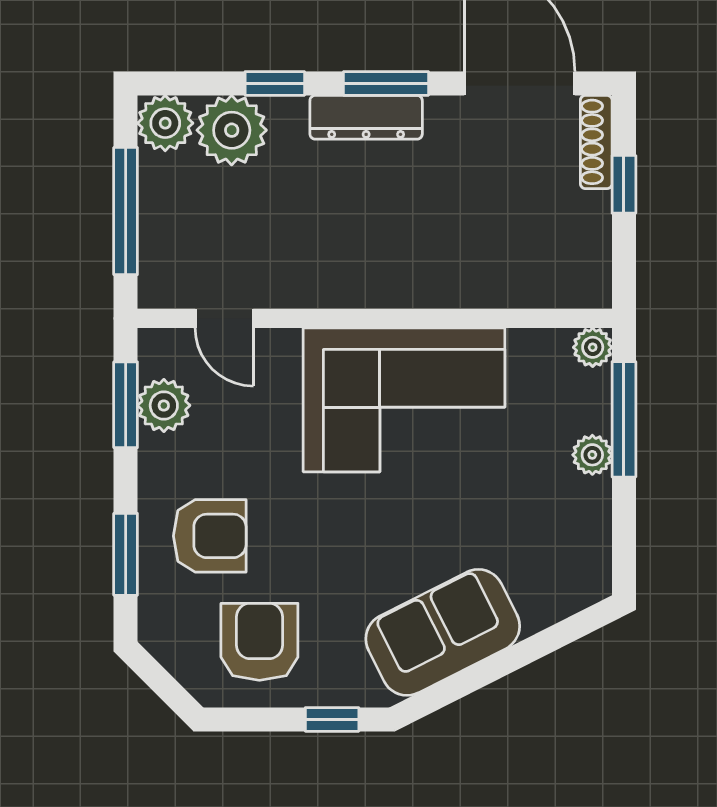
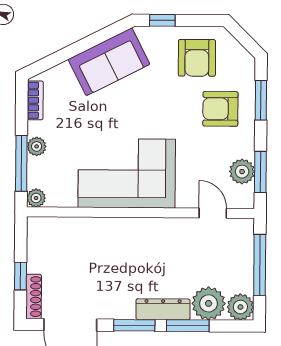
window: (275, 83) -> (188, 326), width x1.50
dresser: (366, 117) -> (163, 309), moved
bookcase: (596, 551) -> (35, 100), added

